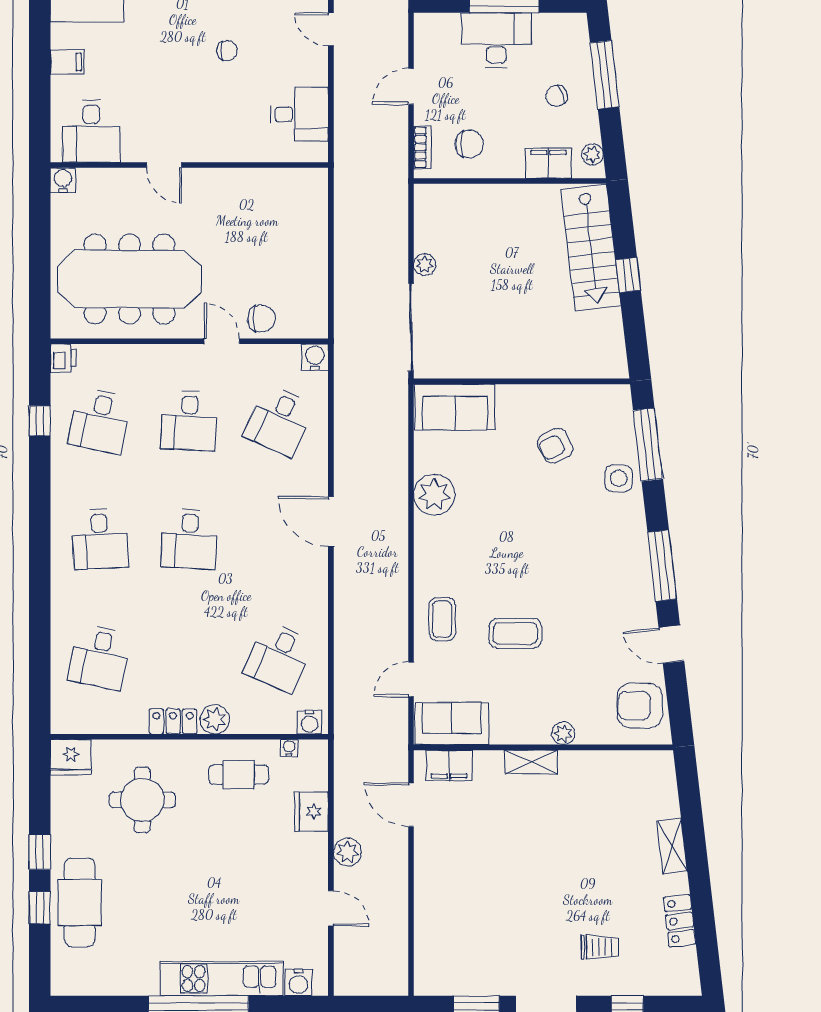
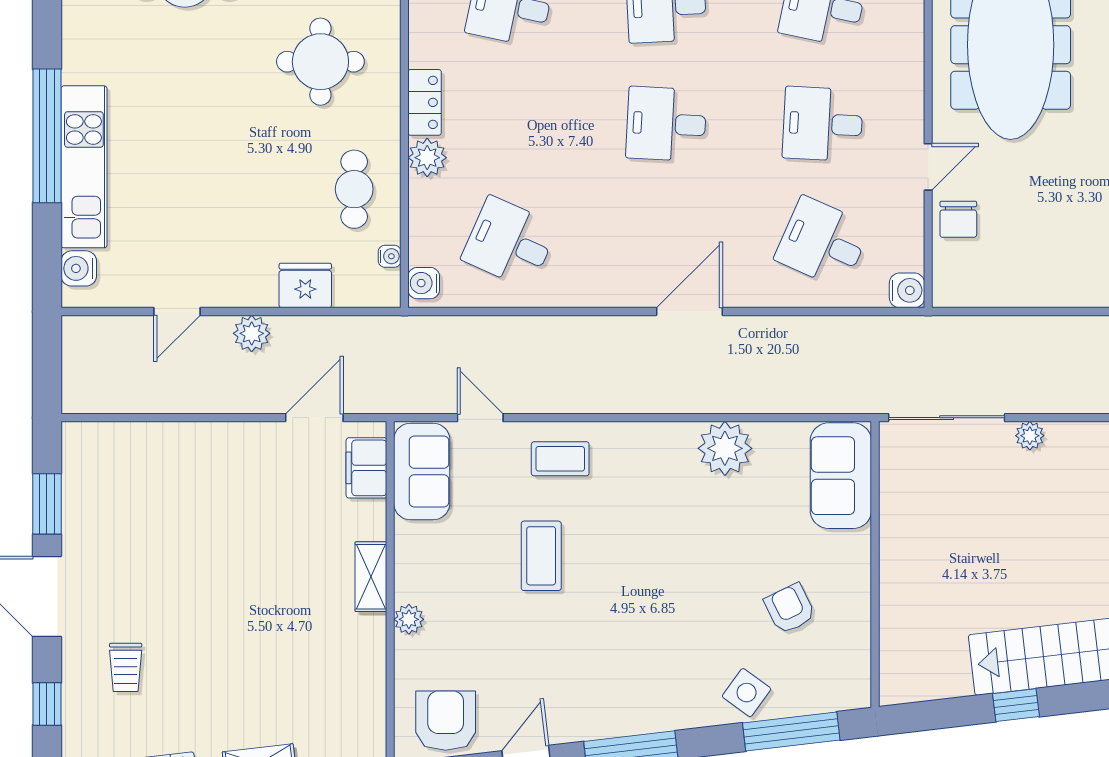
side table: (619, 478) -> (747, 693), turned 36

